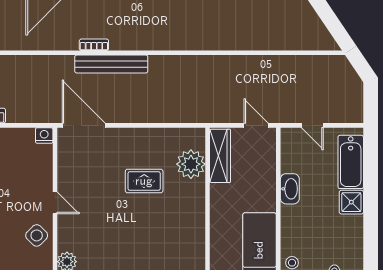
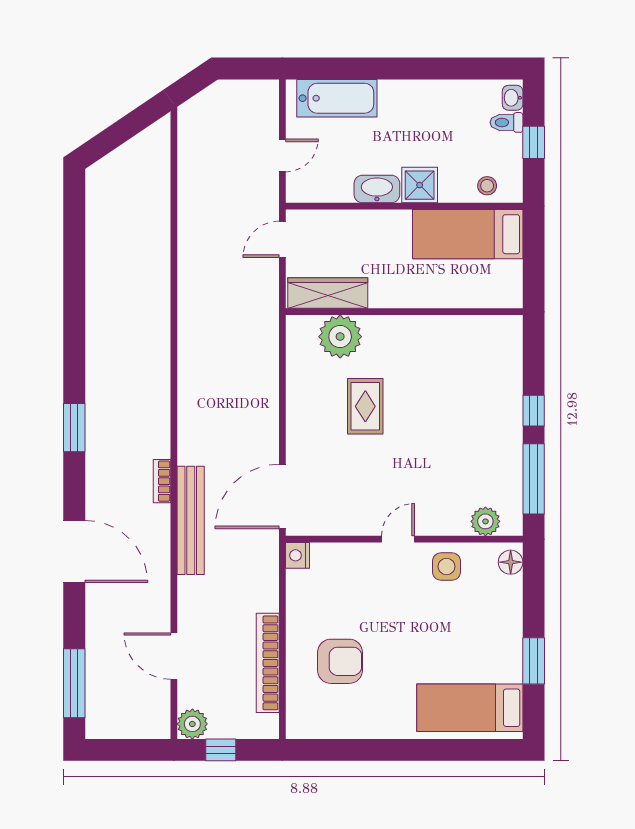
bench: (111, 64) -> (191, 520), moved
shower: (351, 202) -> (420, 185), moved
side table: (37, 235) -> (446, 567), turned 45

